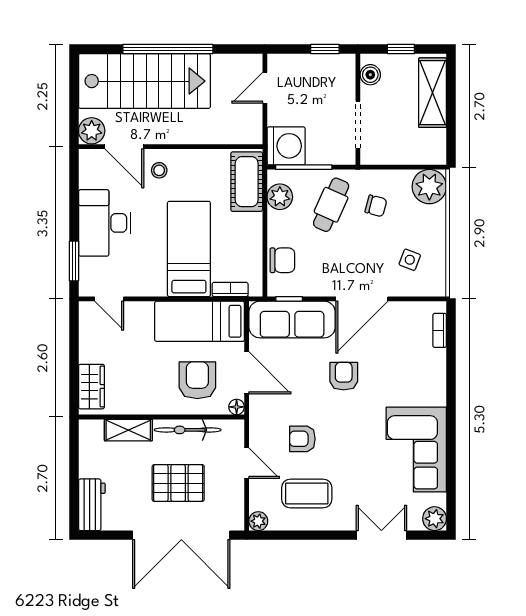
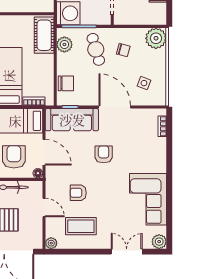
cafe table: (331, 205) -> (96, 49), turned -40
door: (362, 299) -> (115, 107), swing flipped

